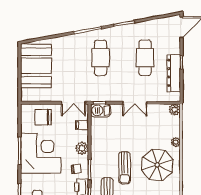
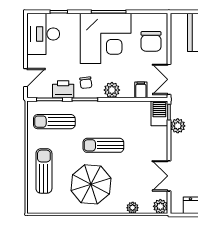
plant: (111, 96) -> (178, 126), added
double door: (135, 103) -> (169, 176), moved
chair: (43, 117) -> (151, 41), turned 180
plant: (176, 142) -> (133, 208), moved
sun lounger: (125, 168) -> (103, 145), moved

